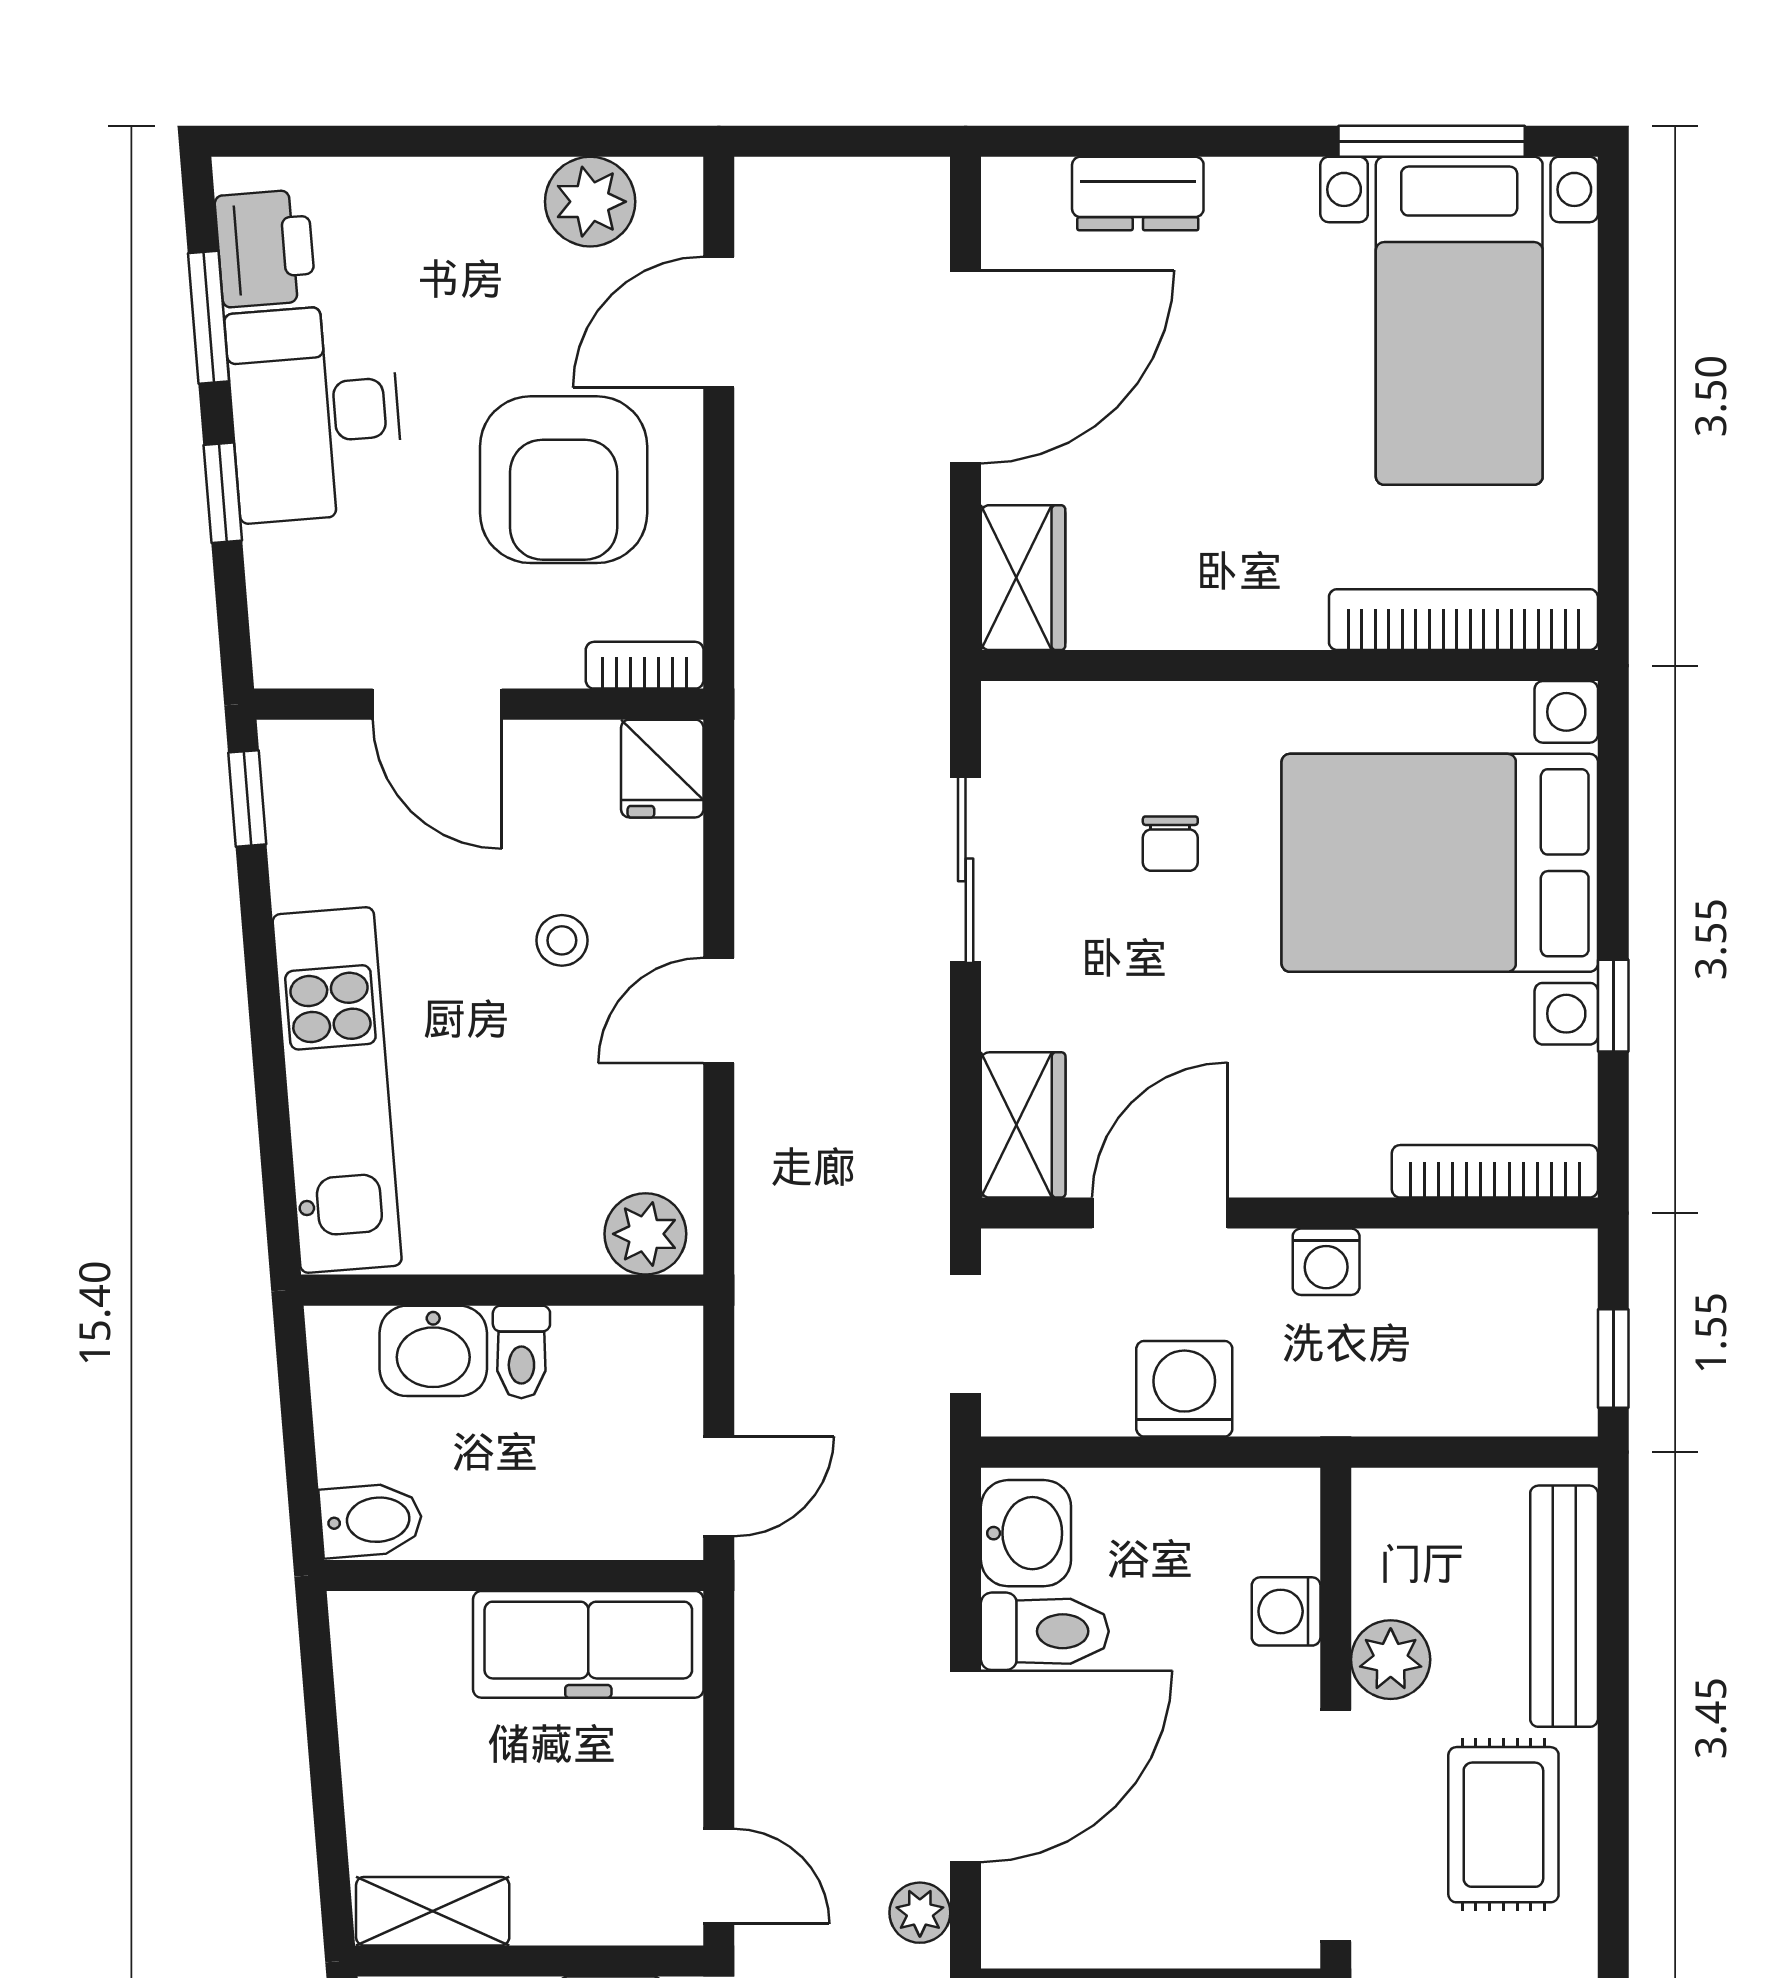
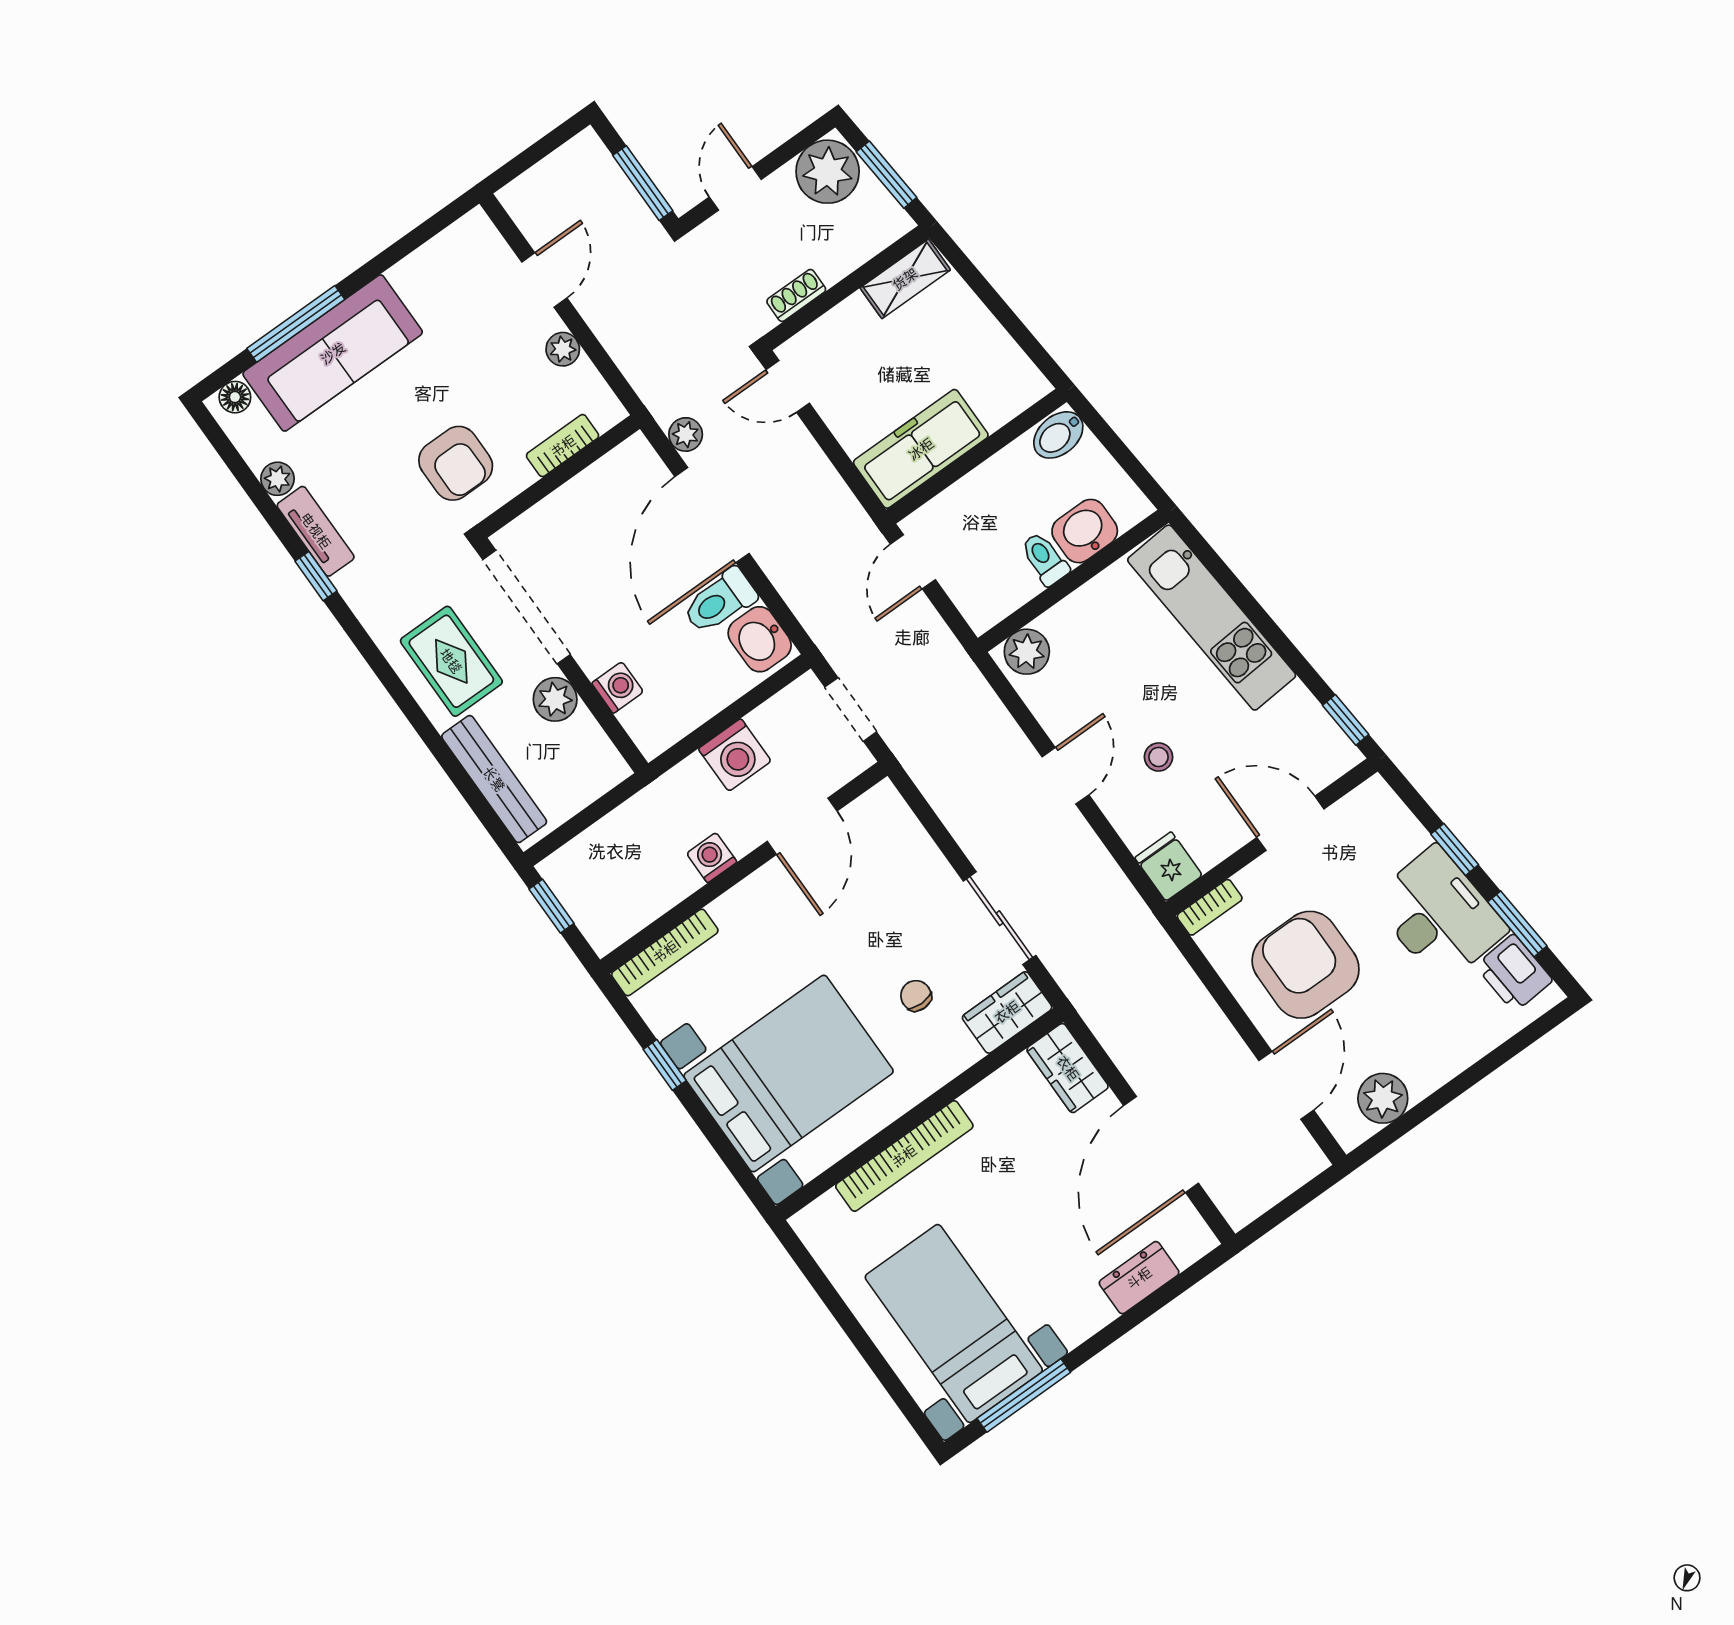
bookcase: (1463, 620) -> (904, 1156), moved
wardrobe: (1023, 1125) -> (1007, 1012), moved, turned 90

